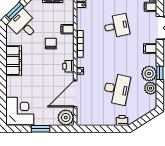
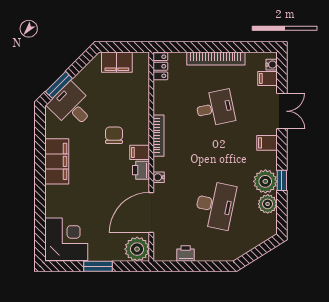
filing cabinet: (67, 29) -> (140, 152), moved
printer: (122, 120) -> (186, 254), moved

